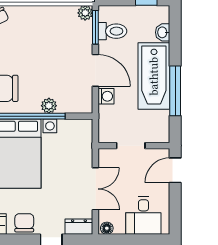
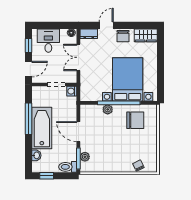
plant: (85, 13) -> (85, 157), moved
toilet: (112, 31) -> (68, 167), moved
washing machine: (106, 96) -> (72, 91), moved
window: (175, 208) -> (28, 45), added

